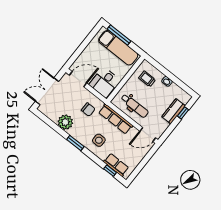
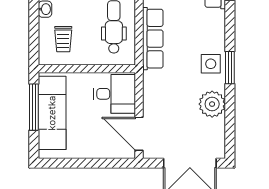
window: (119, 35) -> (34, 107), moved
chair: (88, 110) -> (170, 87), removed
side table: (99, 140) -> (211, 64), moved

